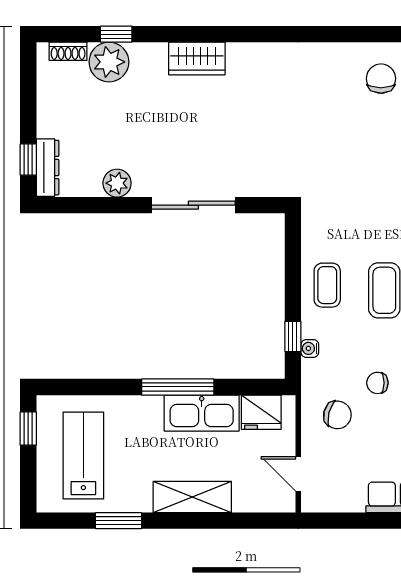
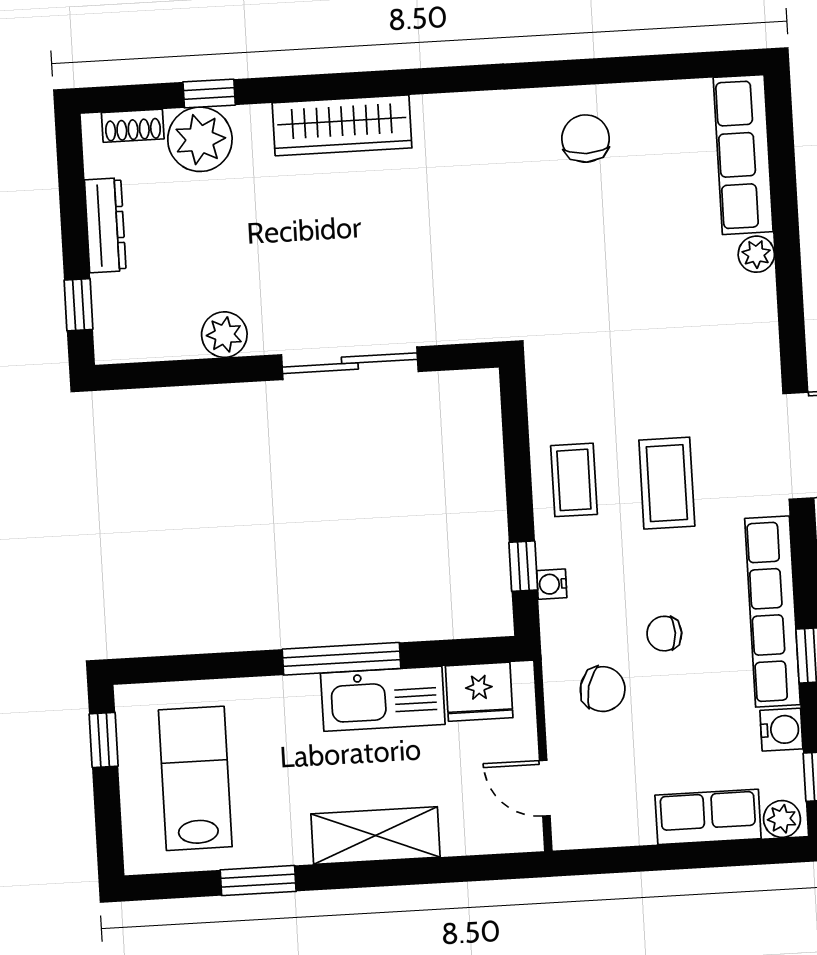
wardrobe: (197, 58) -> (342, 125), width x1.50
chair: (381, 79) -> (586, 139), moved
dresser: (48, 168) -> (105, 225), moved

